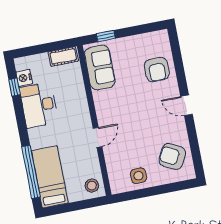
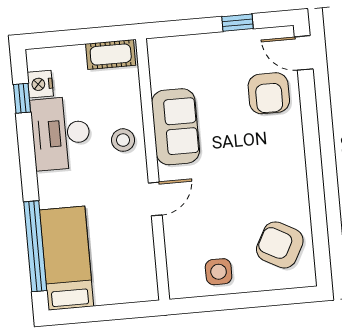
window: (106, 36) -> (237, 23), moved
sofa: (100, 68) -> (176, 127), moved
door: (187, 105) -> (304, 53), moved
stool: (92, 186) -> (123, 140), moved

